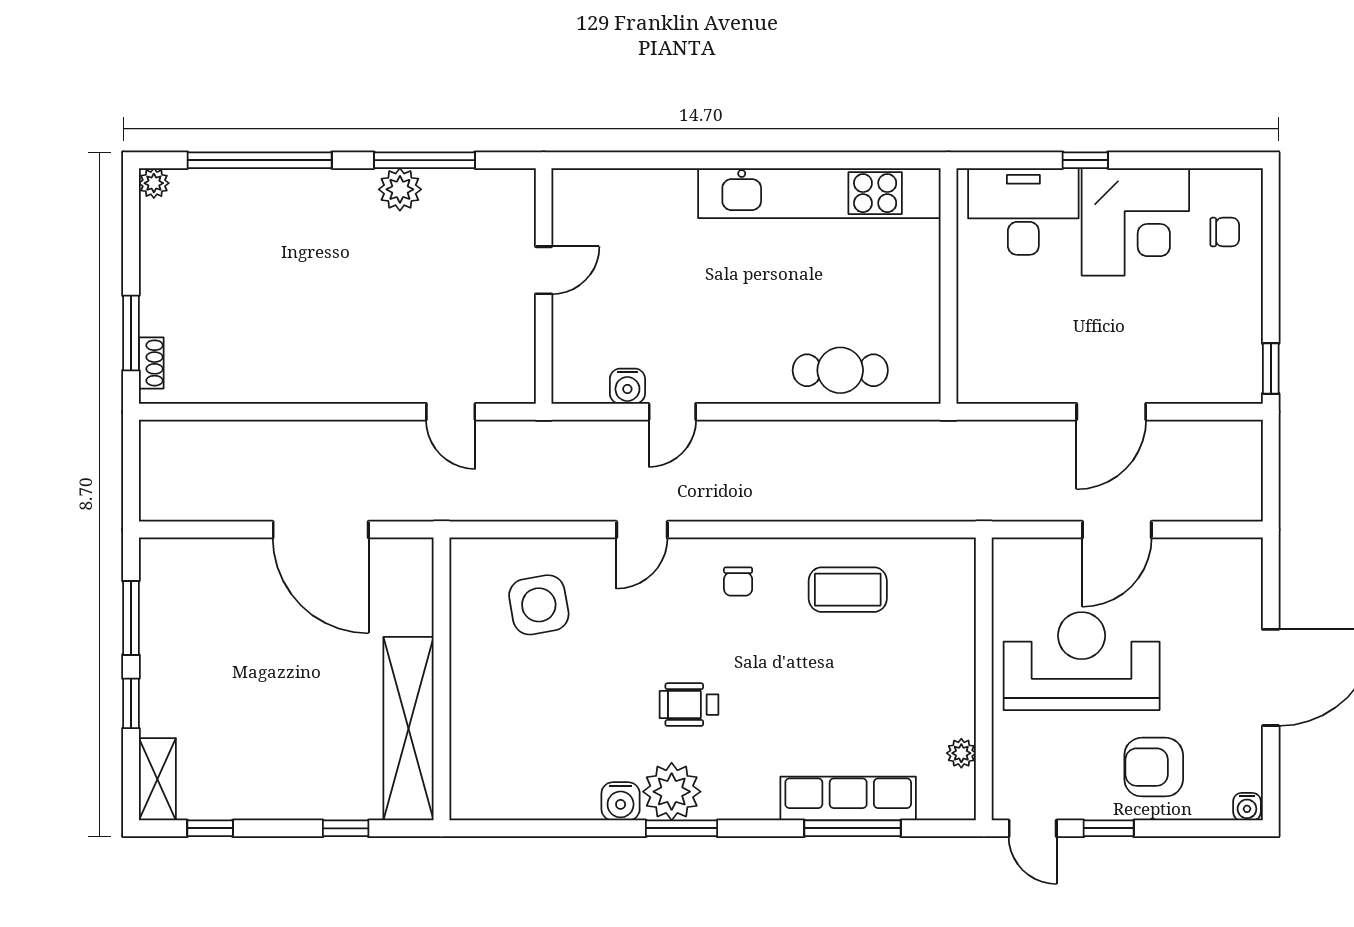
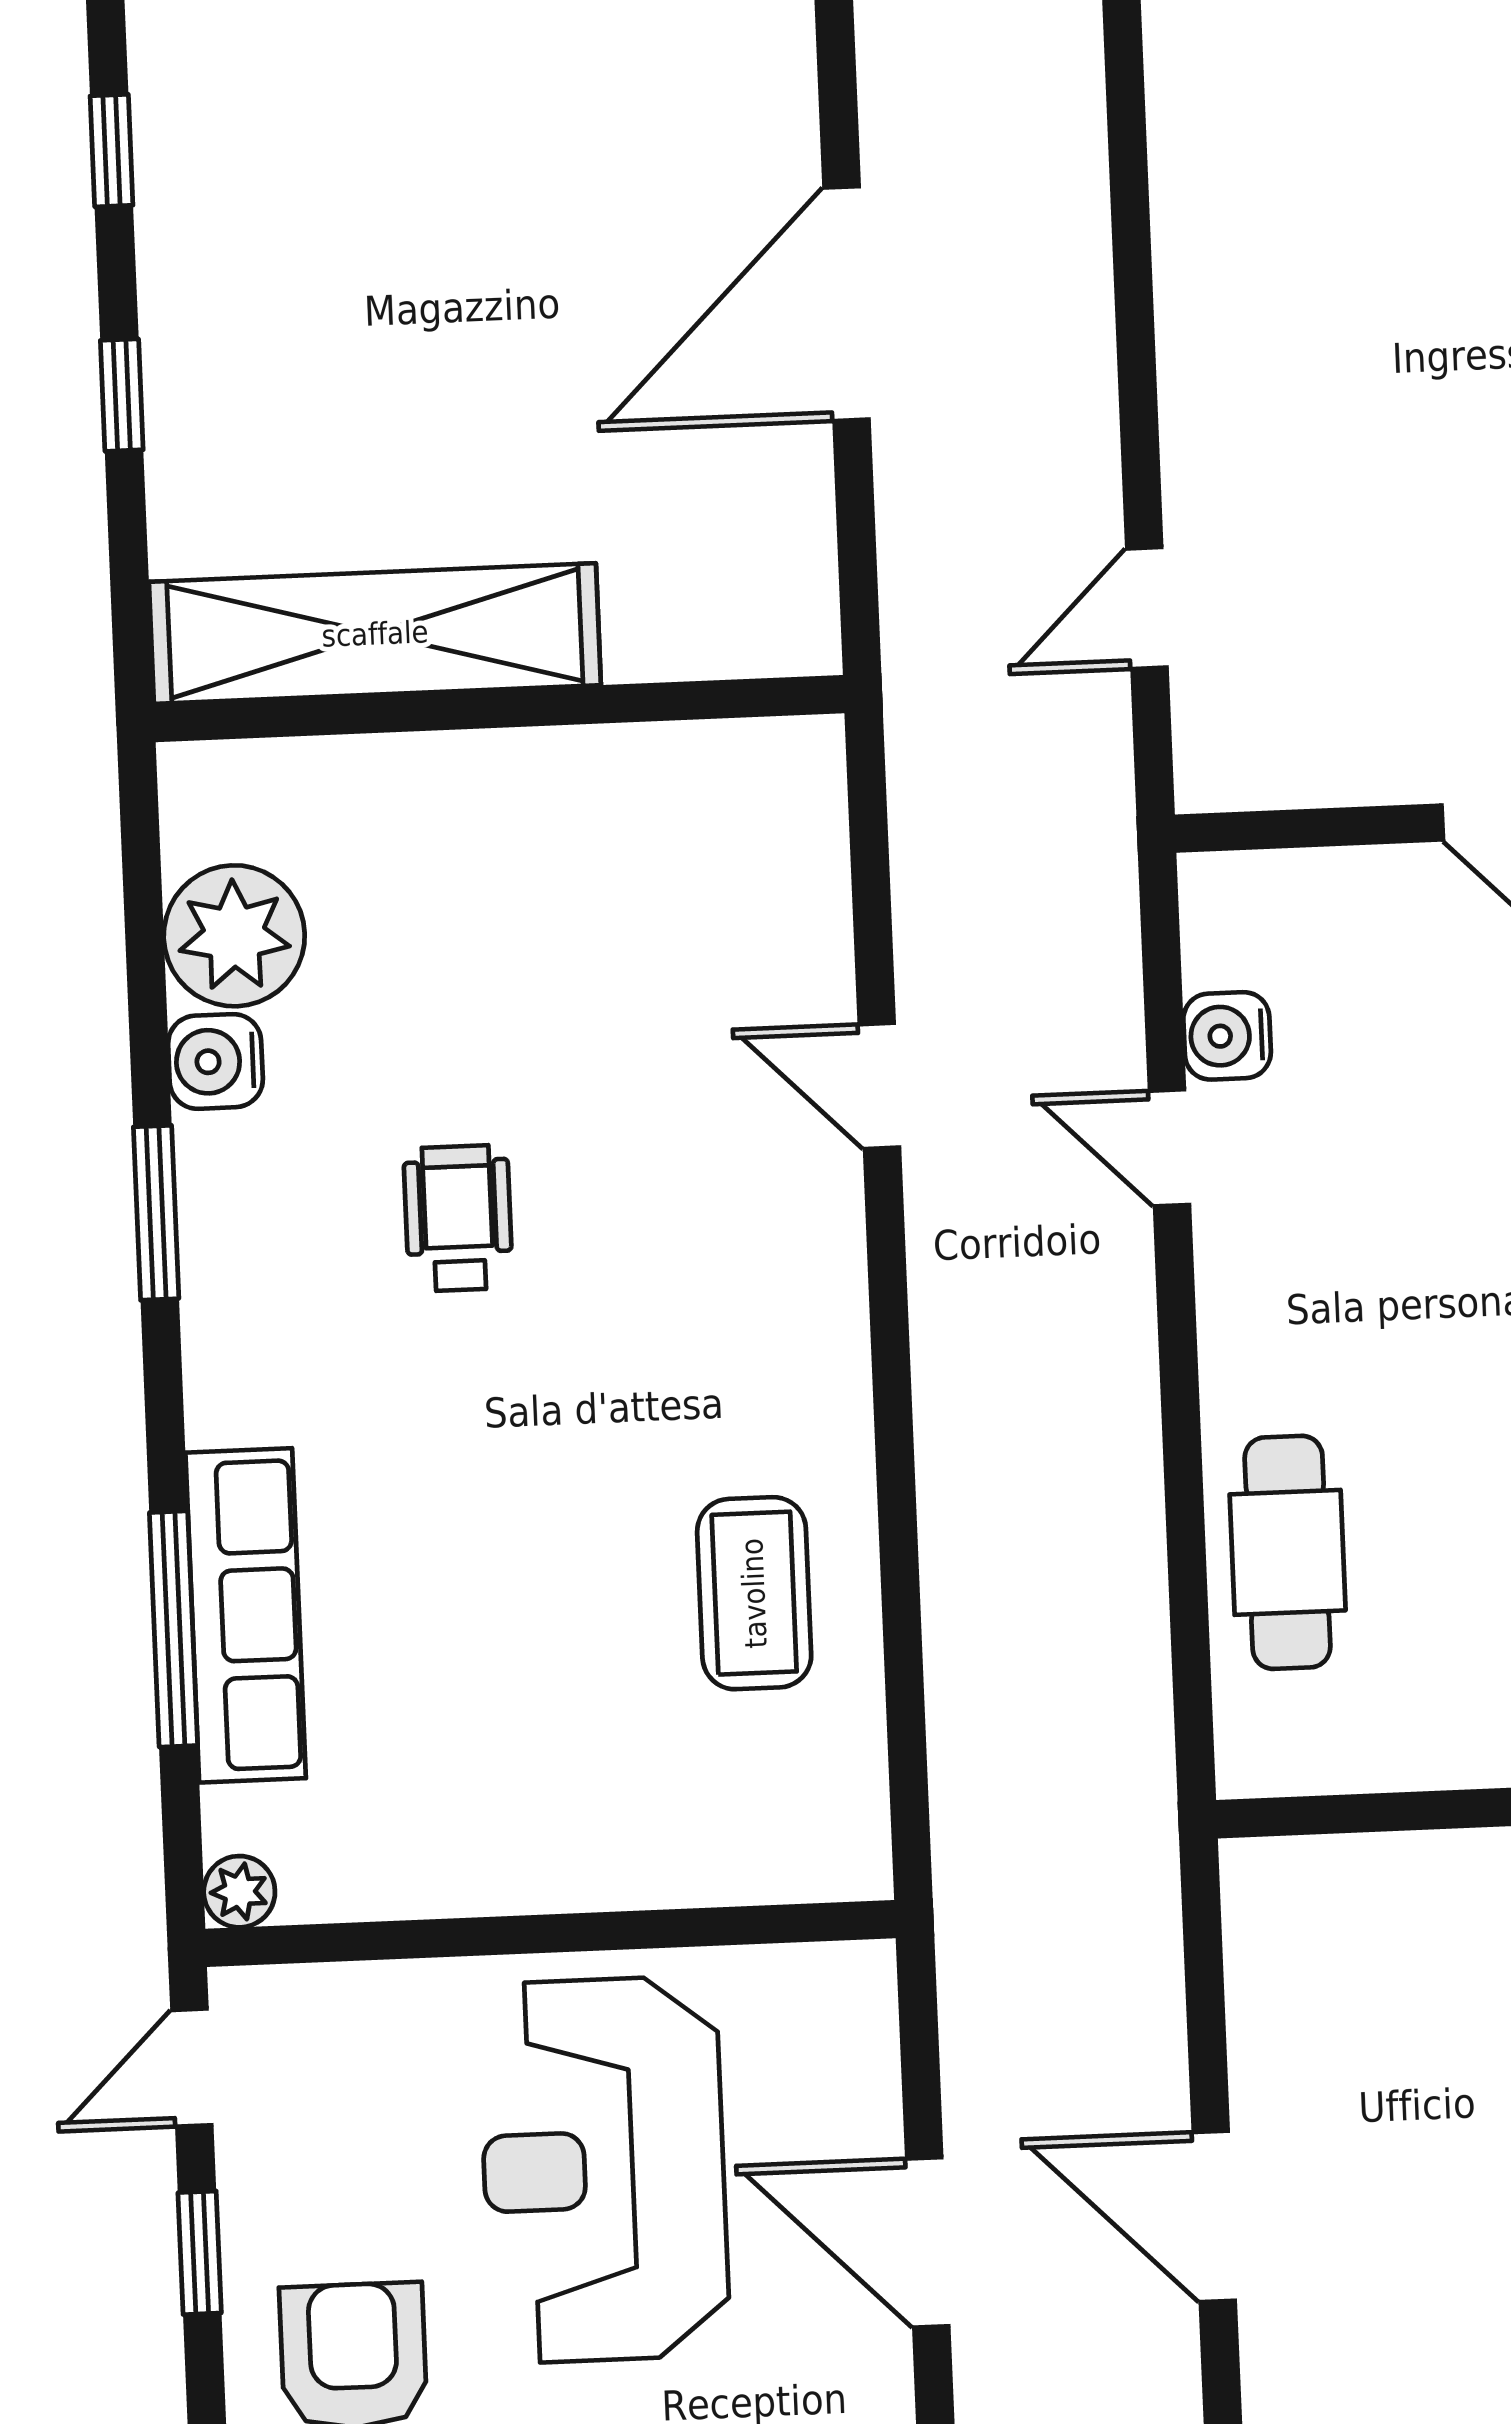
chair: (738, 582) -> (763, 1325), removed
side table: (539, 605) -> (686, 842), removed
reception desk: (1082, 661) -> (604, 2170), turned 180
wall: (441, 679) -> (499, 709), moved
shelving: (409, 729) -> (375, 634), moved
plant: (961, 753) -> (239, 1892), moved
plant: (672, 792) -> (234, 936), moved
window: (210, 828) -> (112, 151), moved

